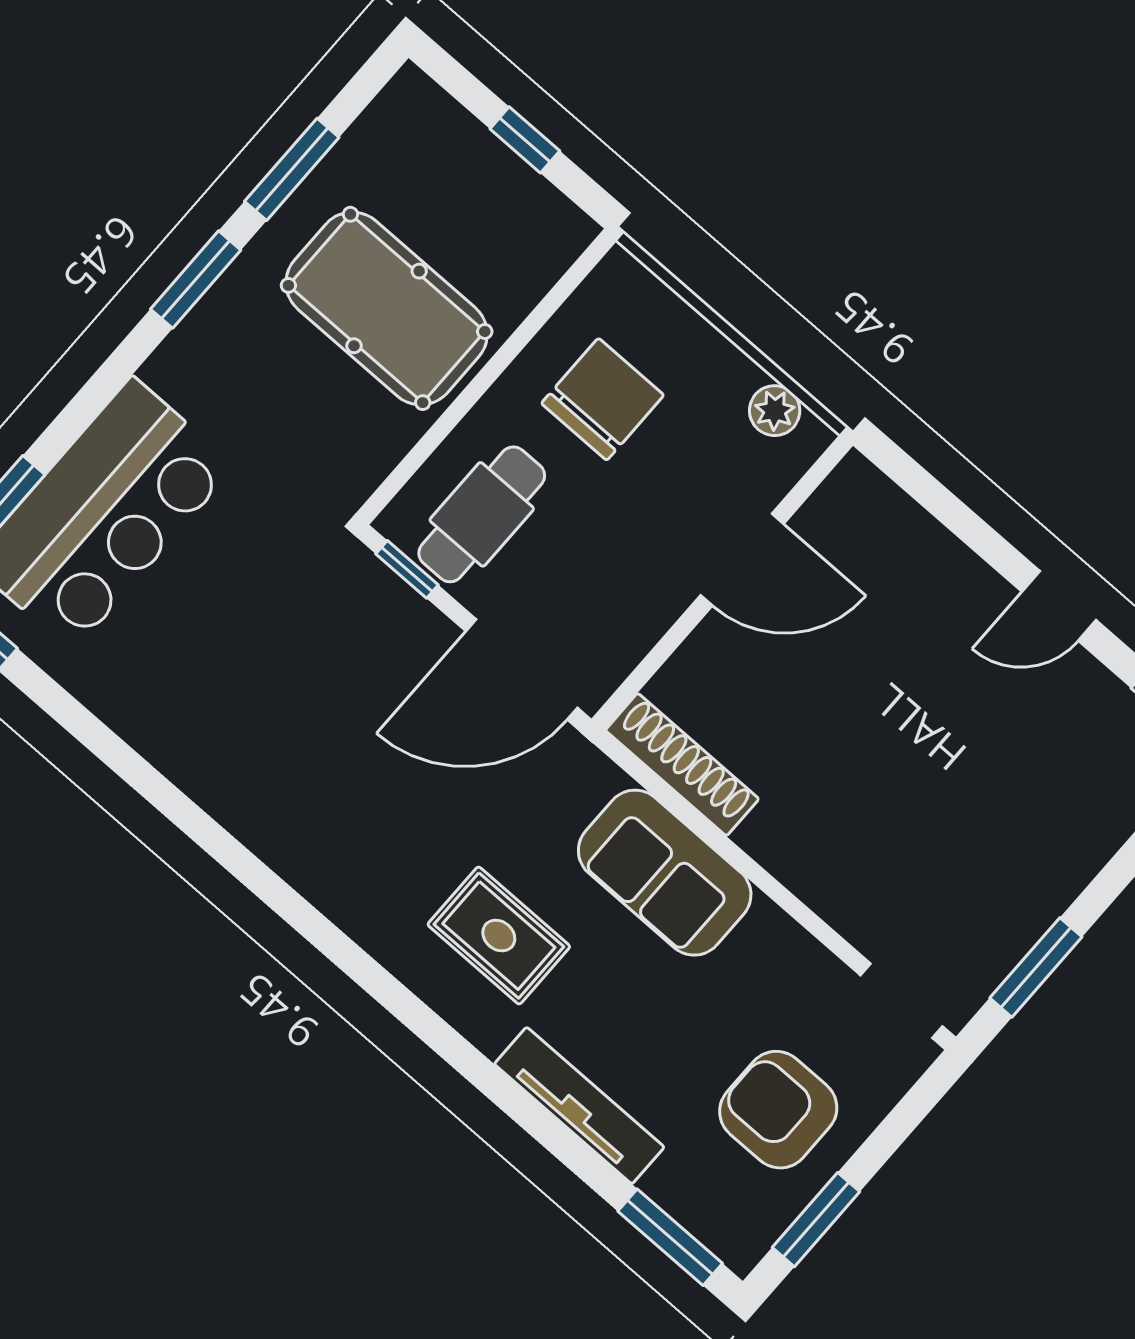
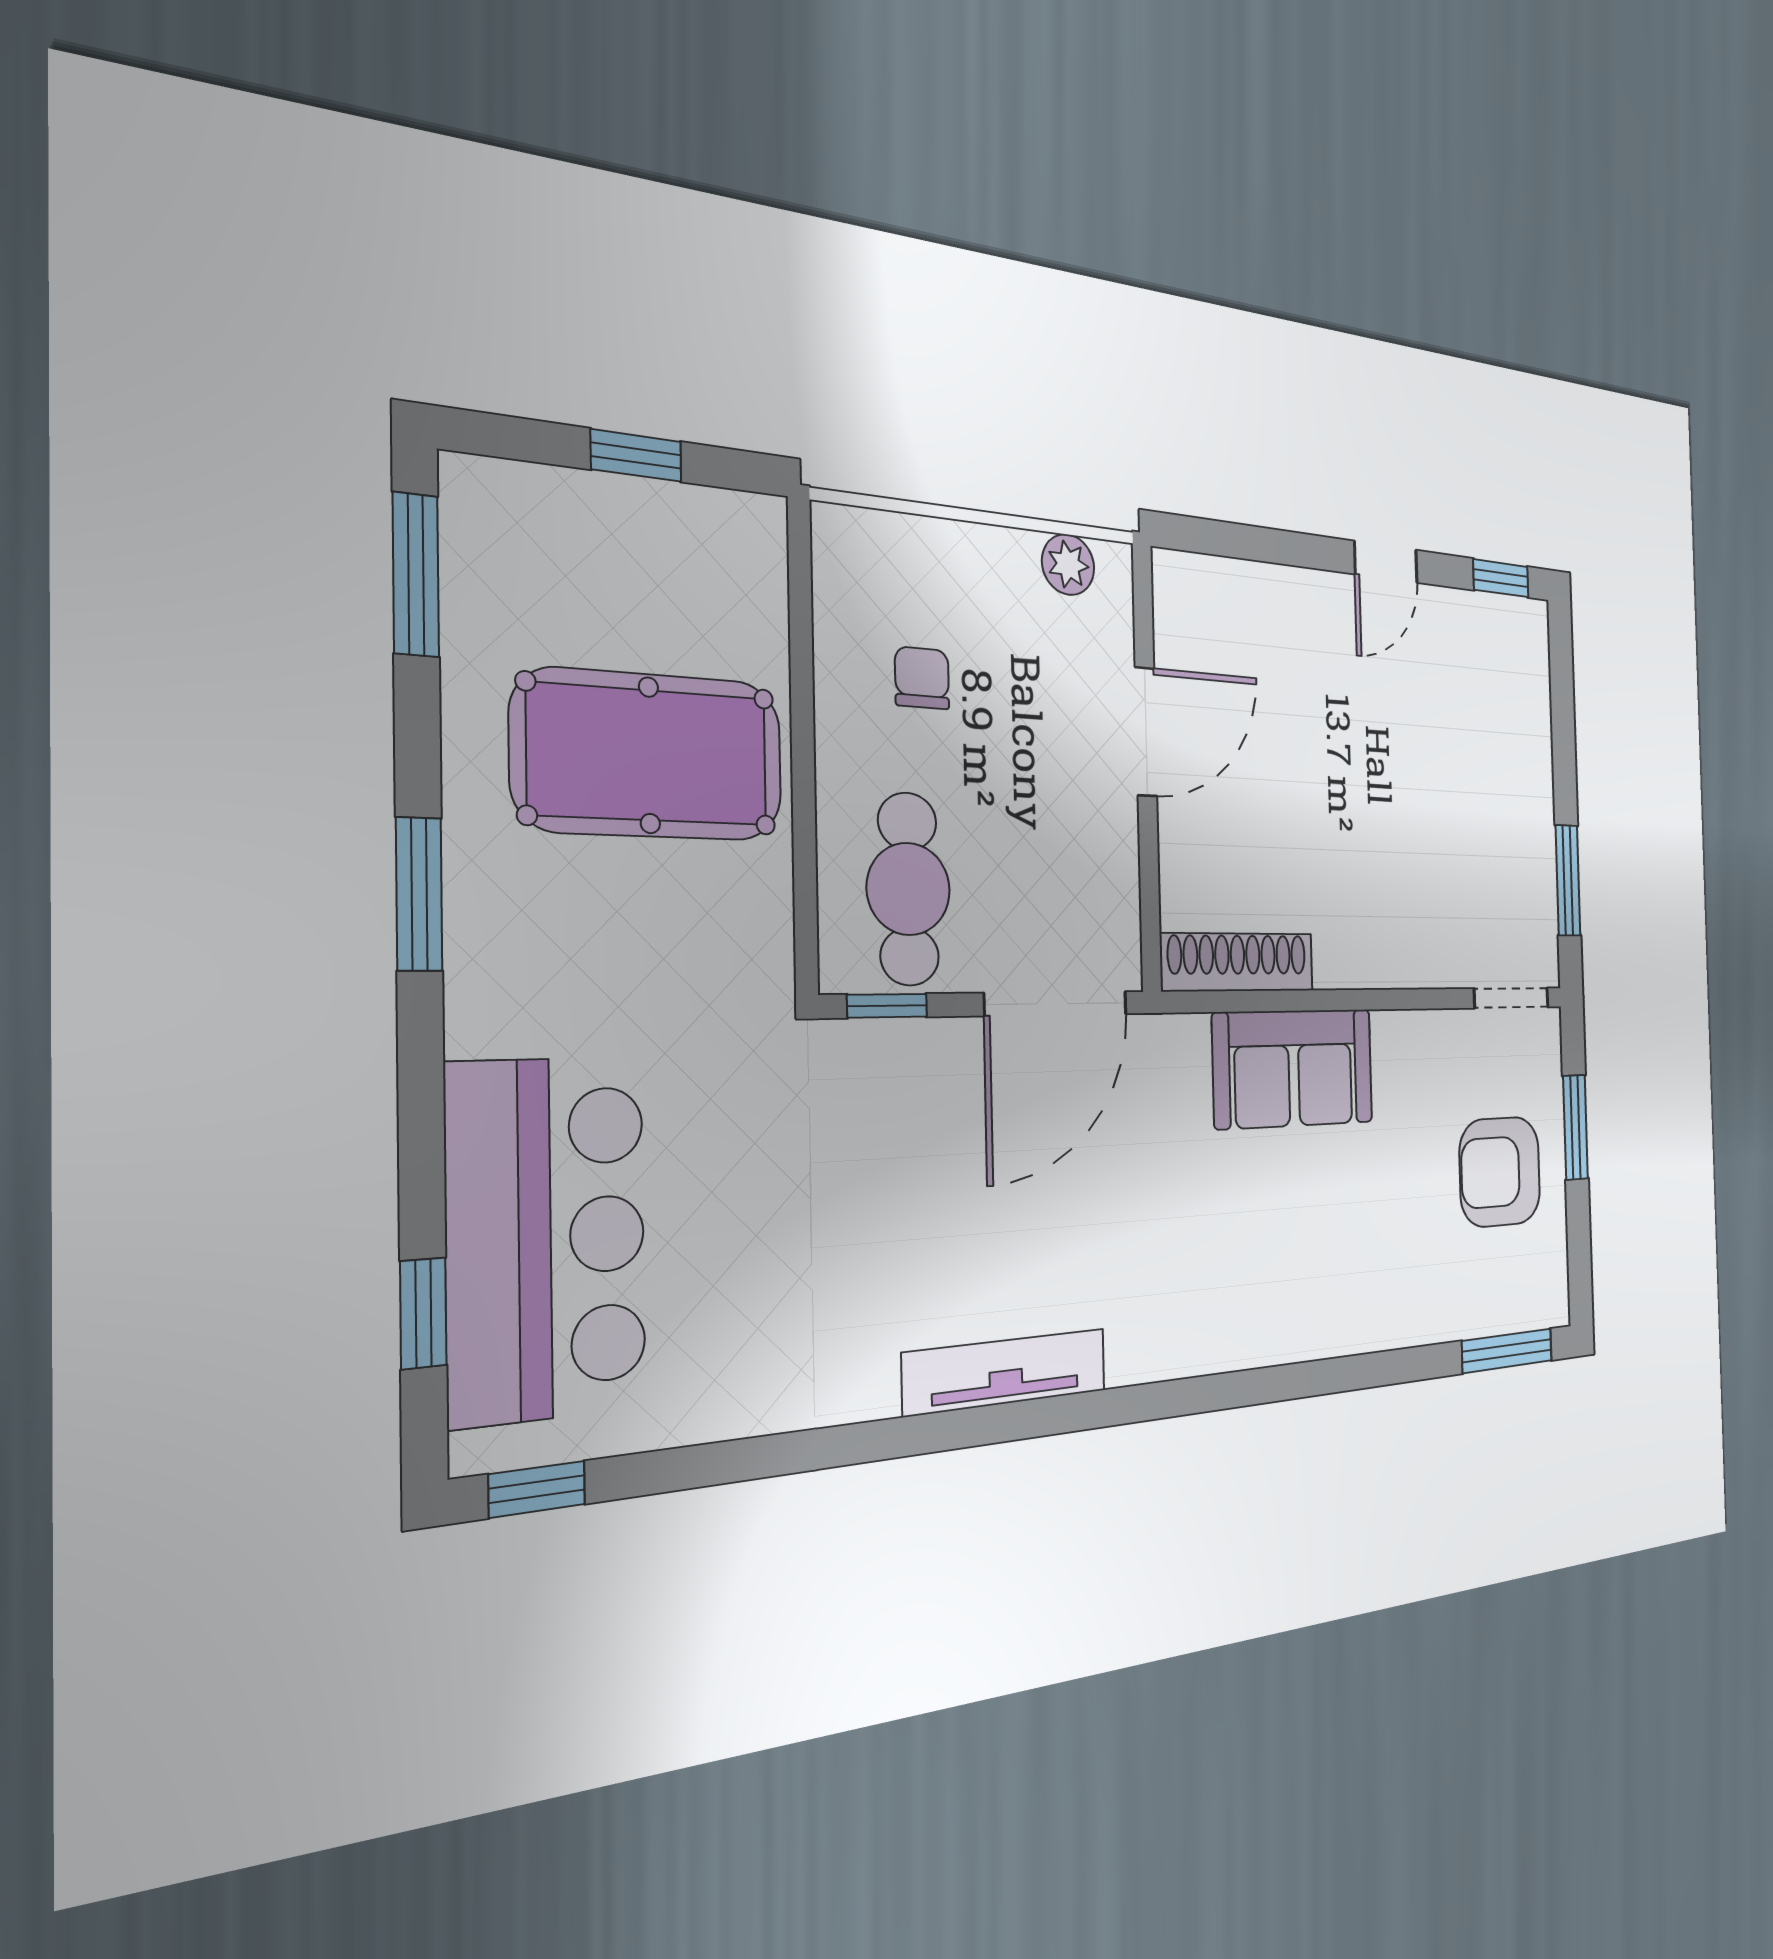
window: (292, 169) -> (416, 575), moved
chair: (603, 399) -> (922, 678), width x0.54, depth x0.54
rug: (499, 936) -> (1221, 1255), removed
tv unit: (579, 1106) -> (1006, 1372), moved
window: (816, 1220) -> (1575, 1127), moved

